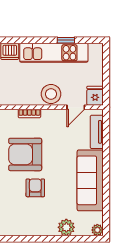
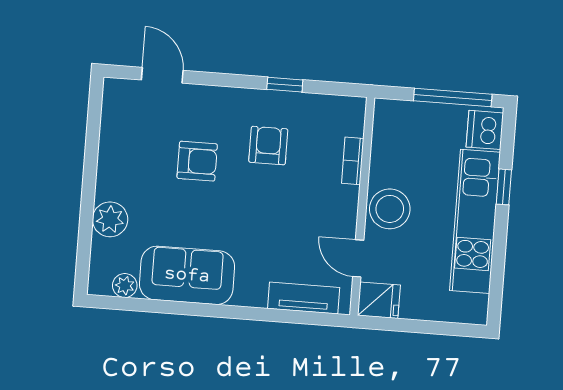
window: (66, 40) -> (504, 187), moved
armchair: (25, 154) -> (268, 146), width x0.53, depth x0.53
sofa: (90, 180) -> (187, 275), width x0.73
plant: (97, 230) -> (125, 286), moved

